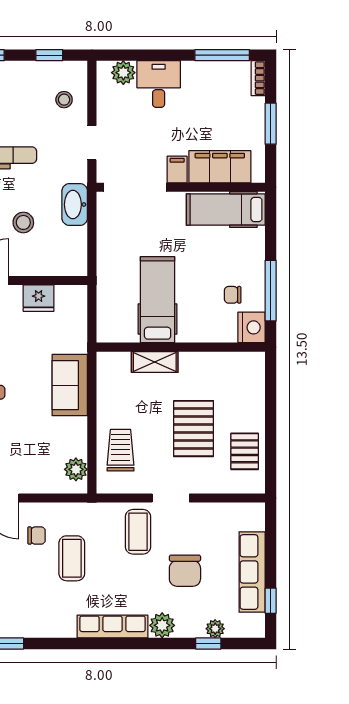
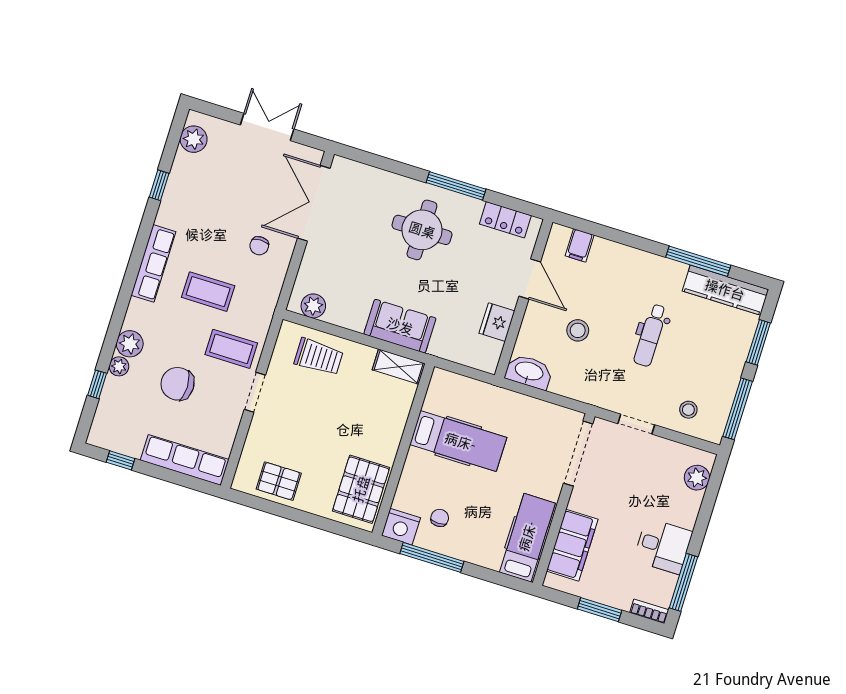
window: (49, 55) -> (738, 409), width x2.17
desk: (159, 84) -> (663, 546), moved
filing cabinet: (177, 170) -> (583, 501), removed
washbasin: (75, 205) -> (529, 372), moved
shelving: (155, 362) -> (399, 367), moved, turned 90
pallet: (194, 429) -> (361, 489), moved, turned 90
coffee table: (72, 558) -> (208, 292), moved
row of seats: (252, 572) -> (185, 460), moved
row of seats: (113, 627) -> (153, 263), moved
plant: (215, 629) -> (119, 366), moved

